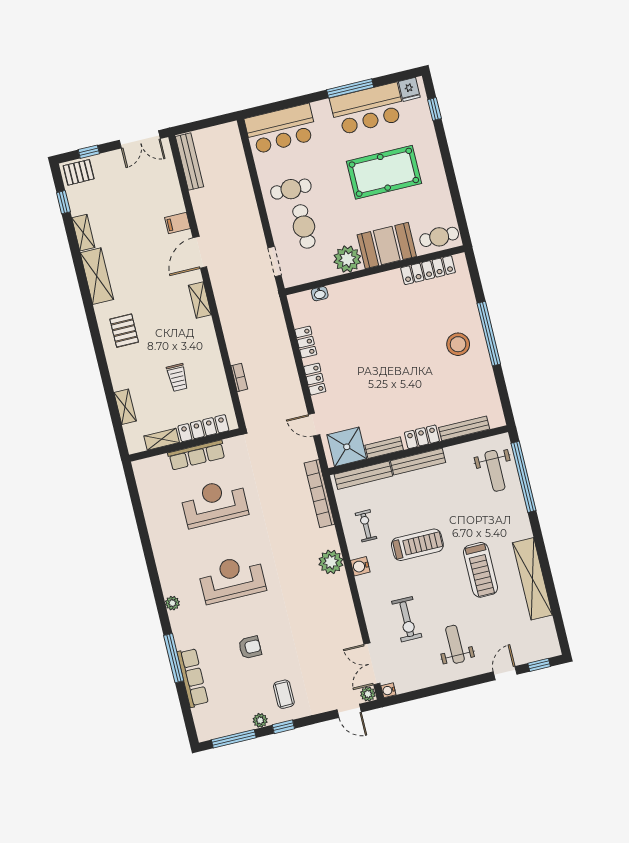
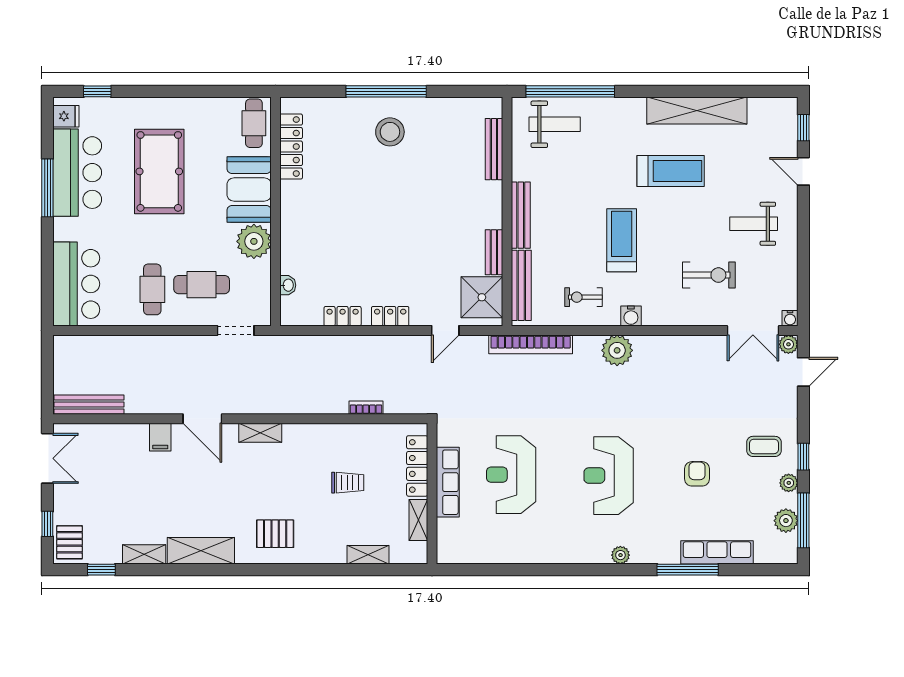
locker: (422, 437) -> (492, 203), removed
plant: (230, 725) -> (786, 521), added

